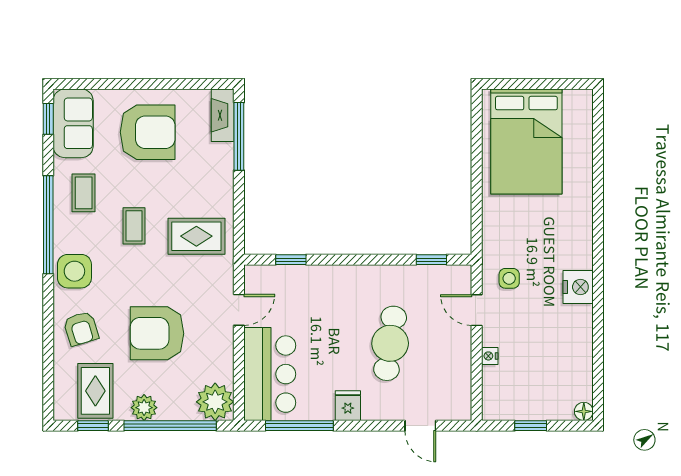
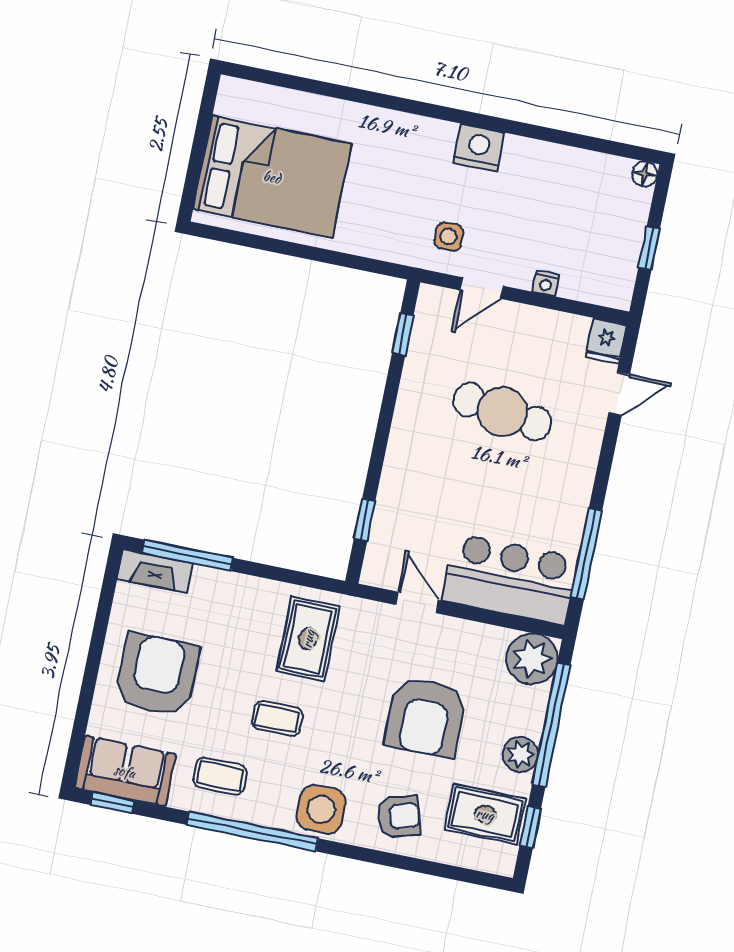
fridge: (348, 406) -> (606, 341), moved, turned -90

